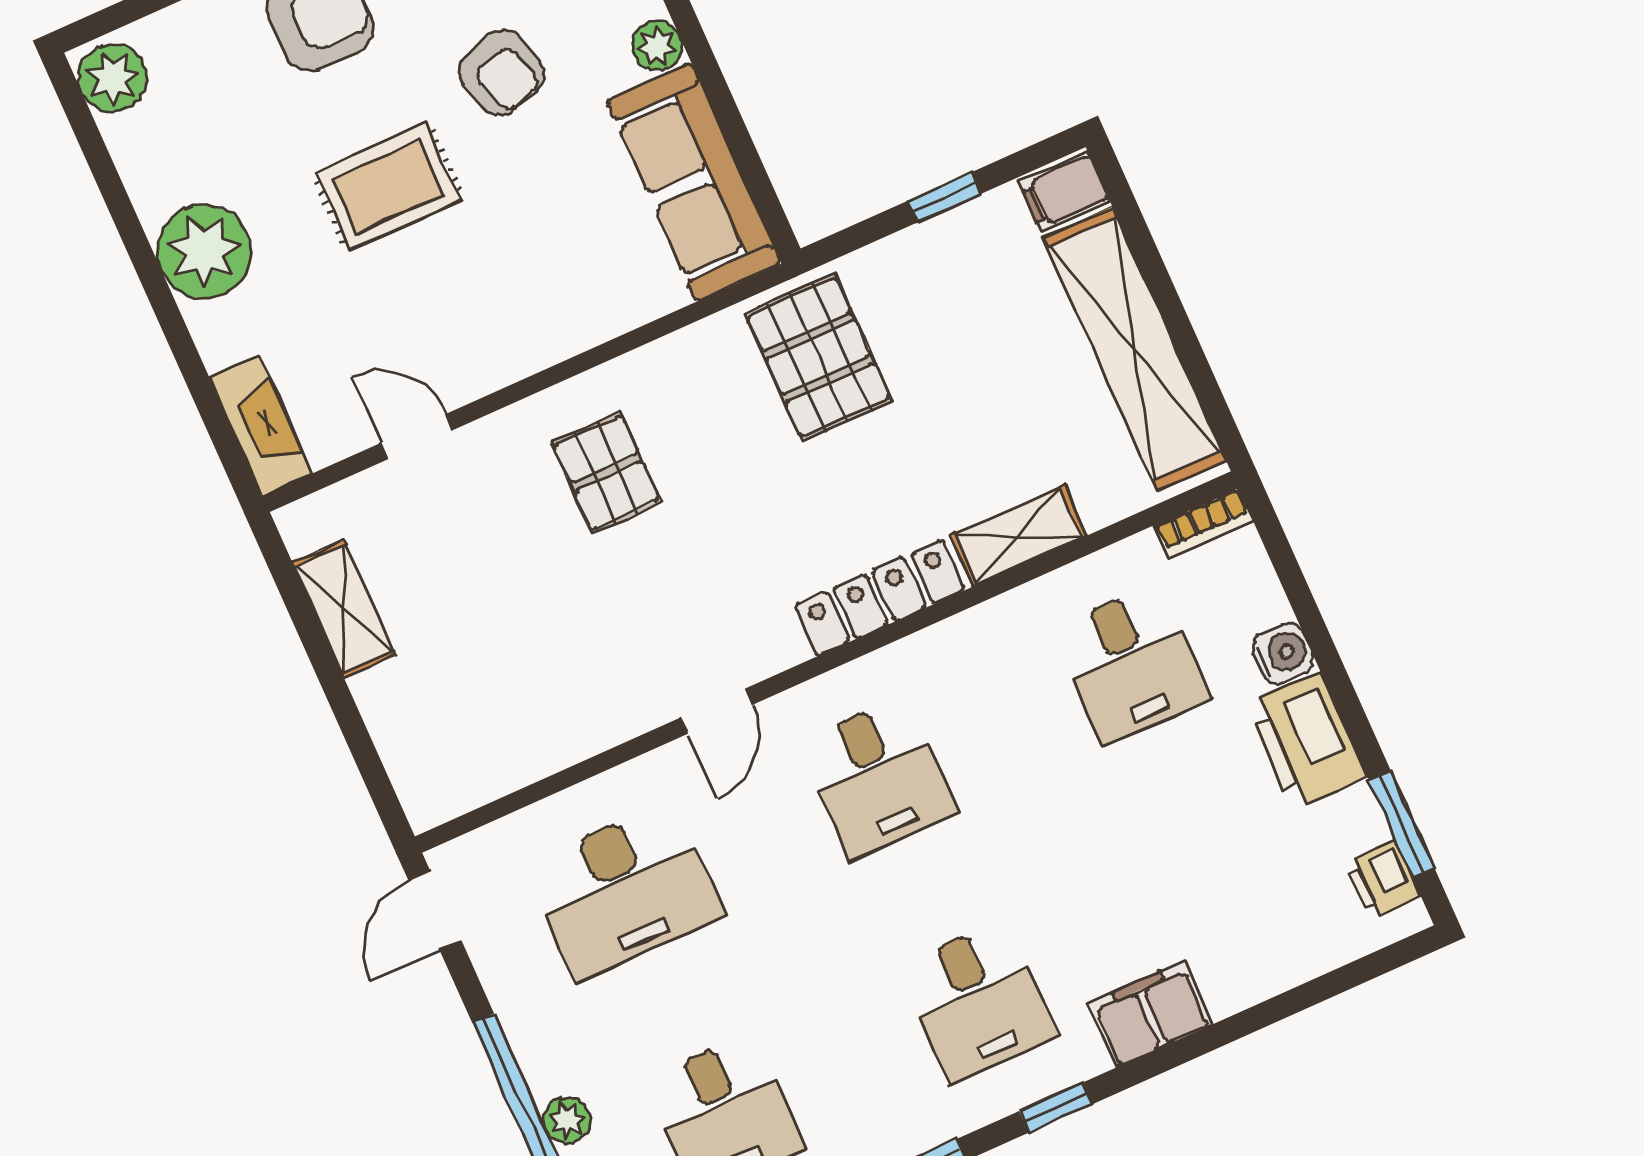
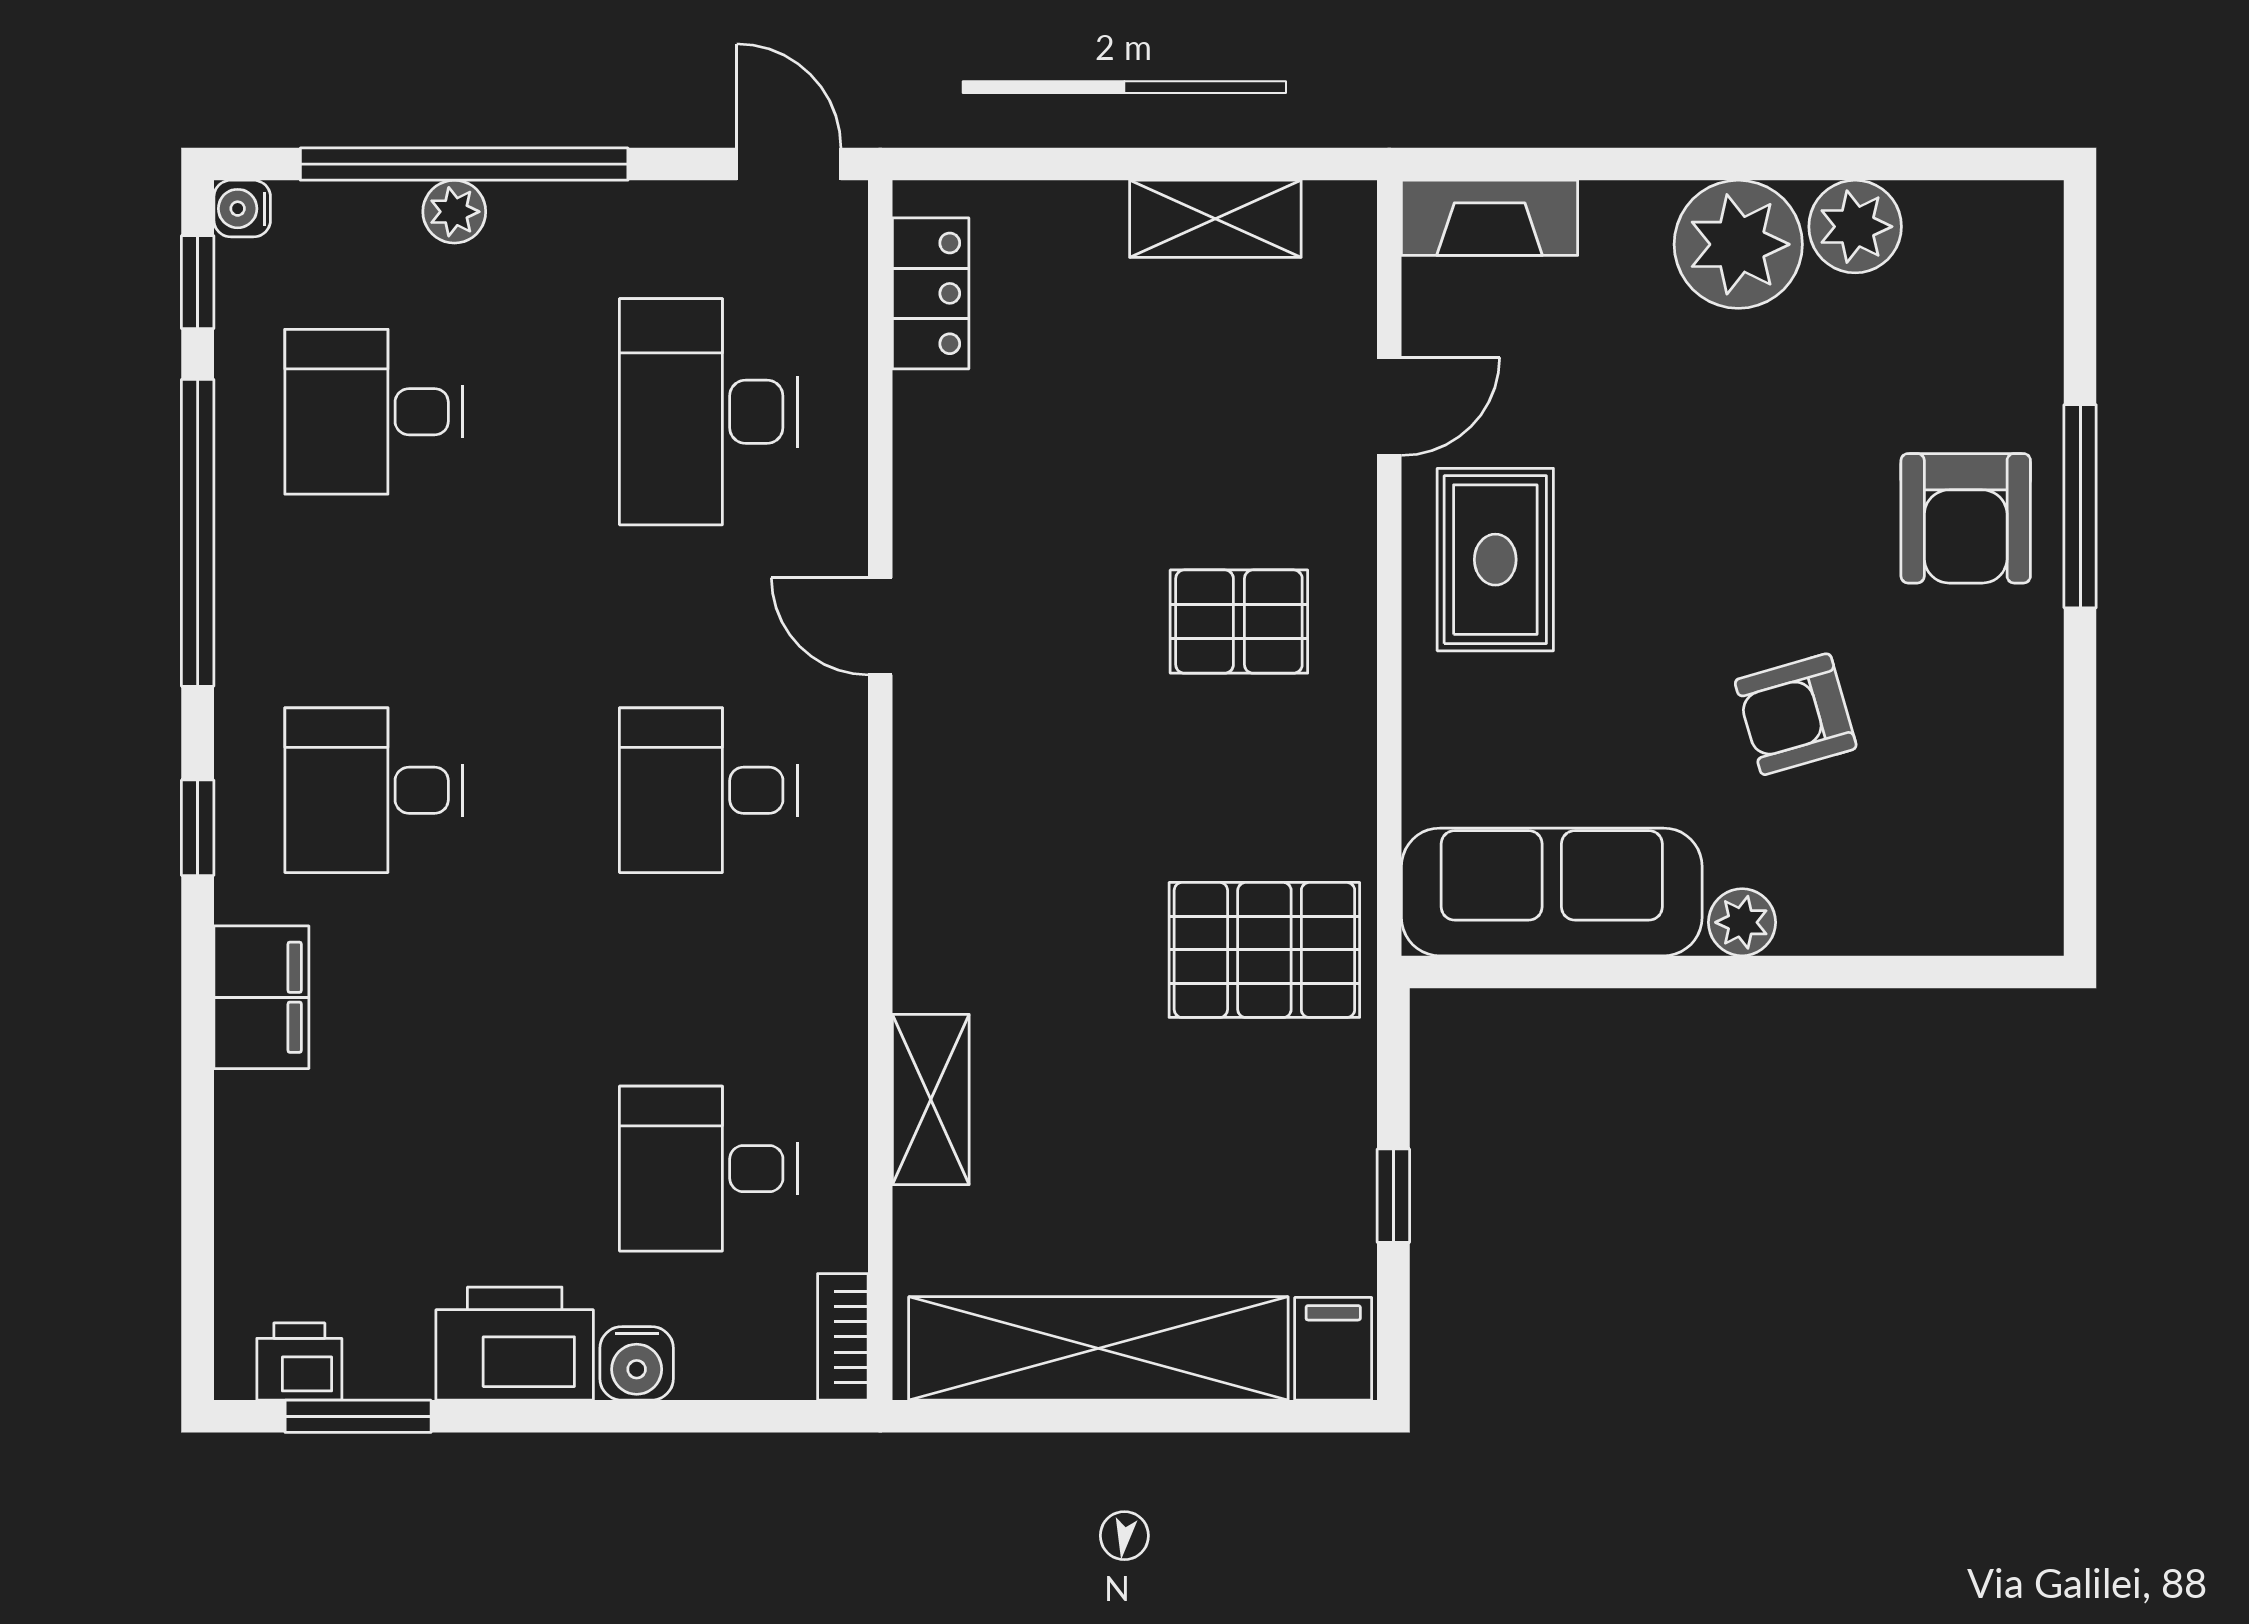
plant: (113, 78) -> (1855, 227), moved
rug: (388, 187) -> (1495, 560), moved
locker: (880, 598) -> (931, 293), moved, width x0.66

